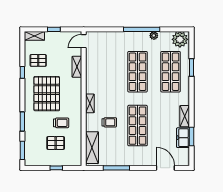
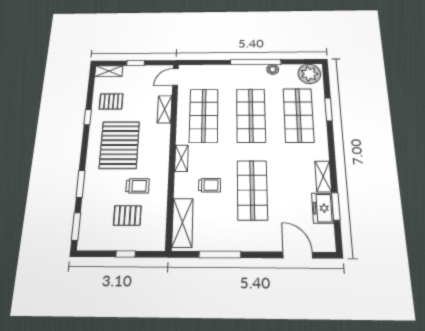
shop shelf: (105, 72) -> (204, 116), added

